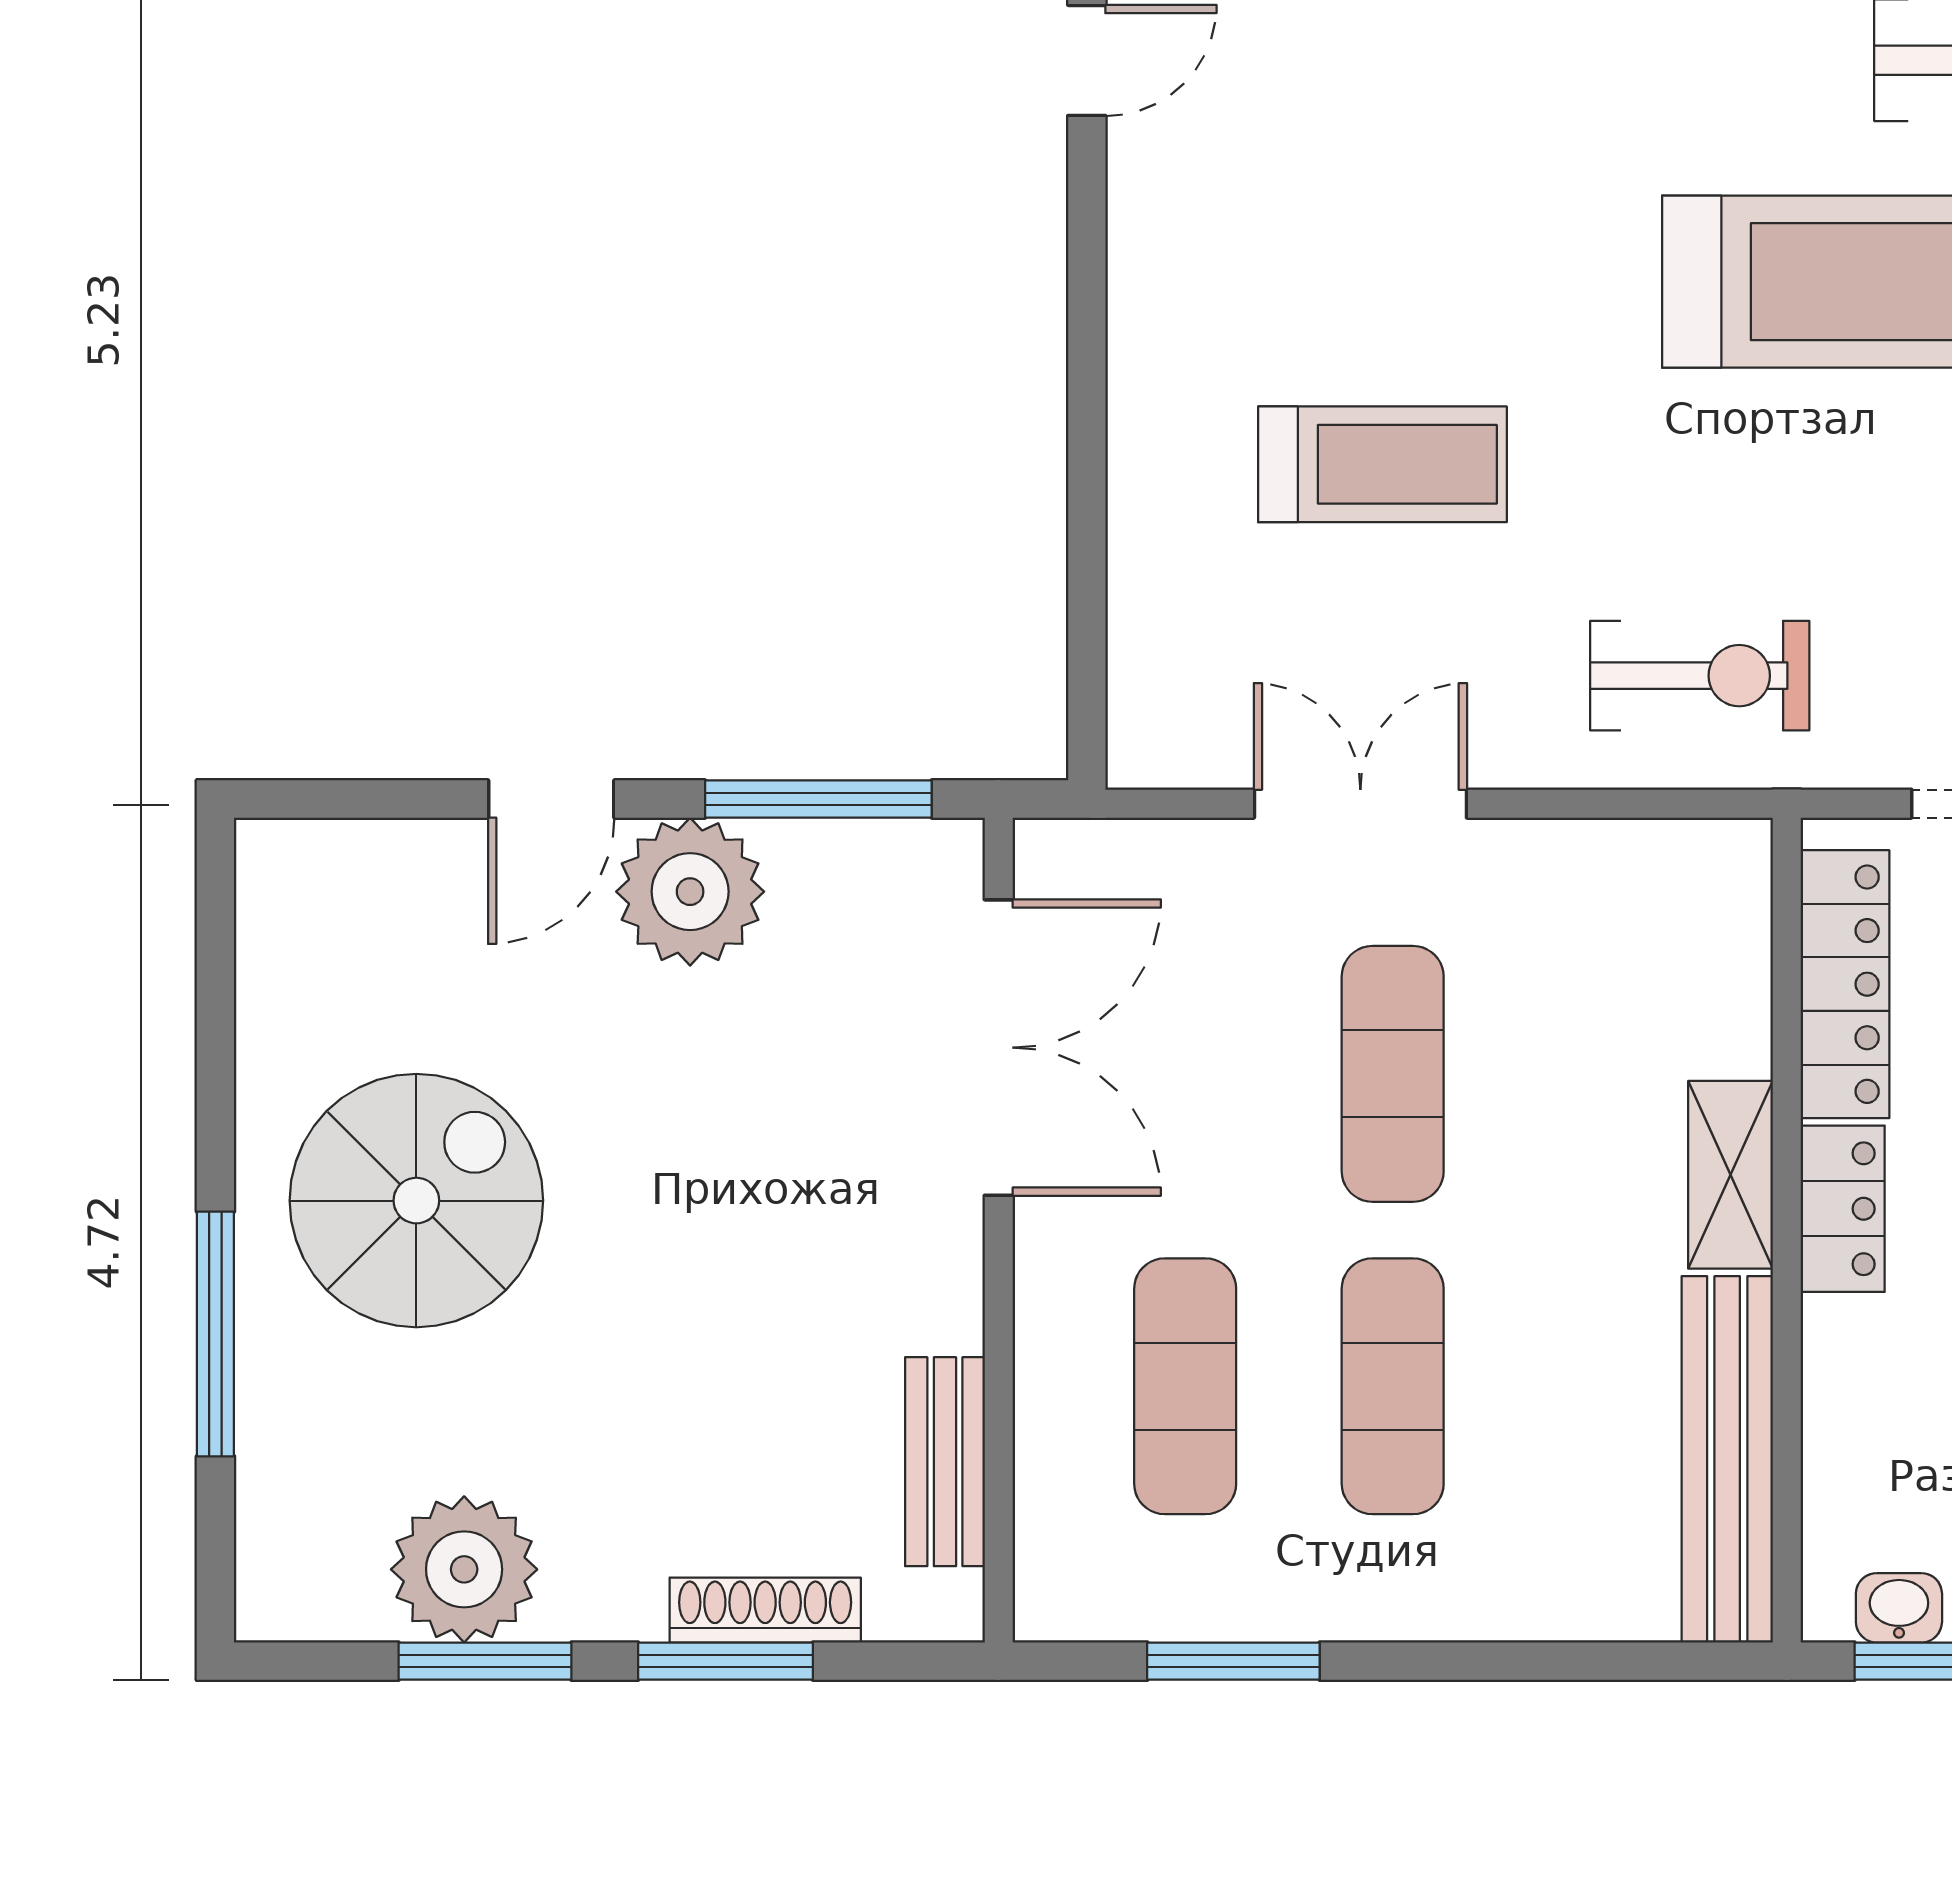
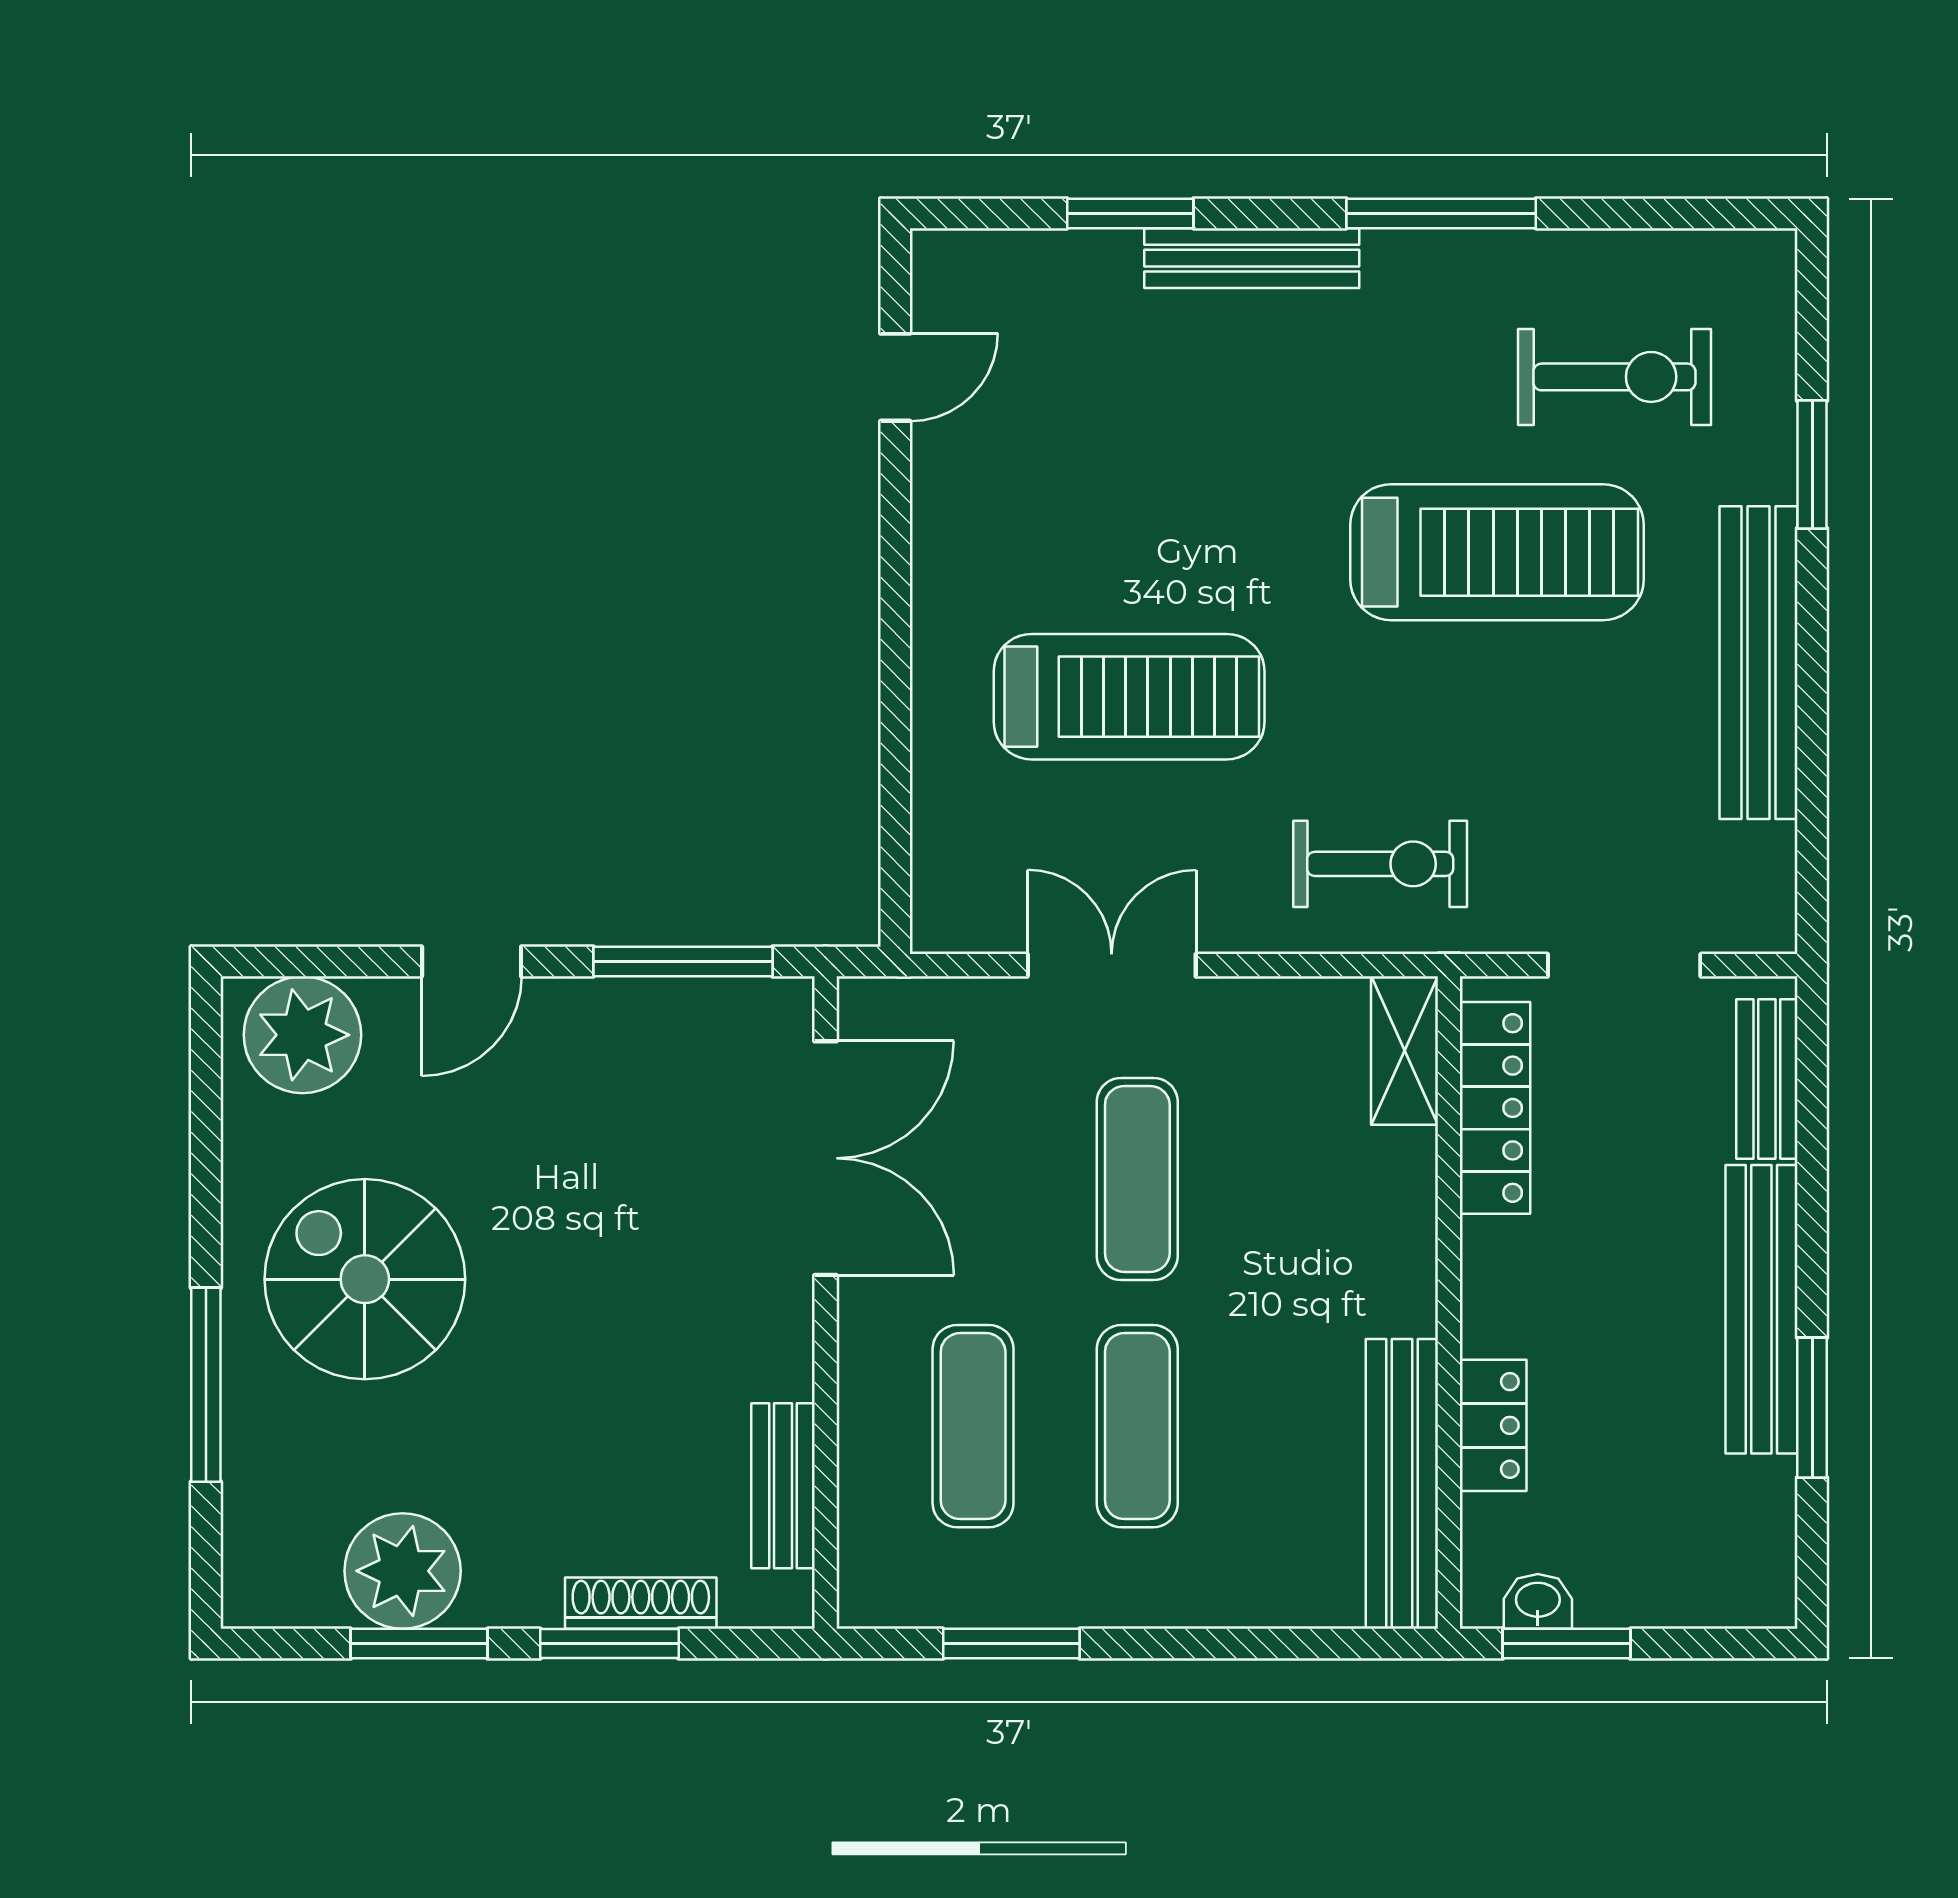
treadmill: (1382, 464) -> (1129, 697), width x1.37, depth x1.38
plant: (690, 892) -> (302, 1035), moved
shelving: (1731, 1175) -> (1405, 1051), moved
spiral stairs: (416, 1201) -> (365, 1279), turned -90
locker: (1843, 1209) -> (1493, 1425), moved

